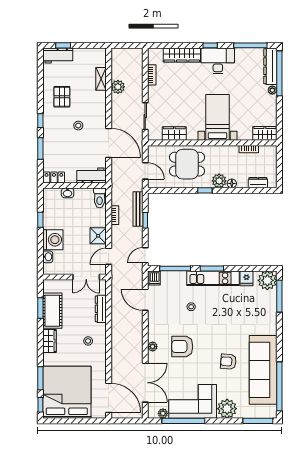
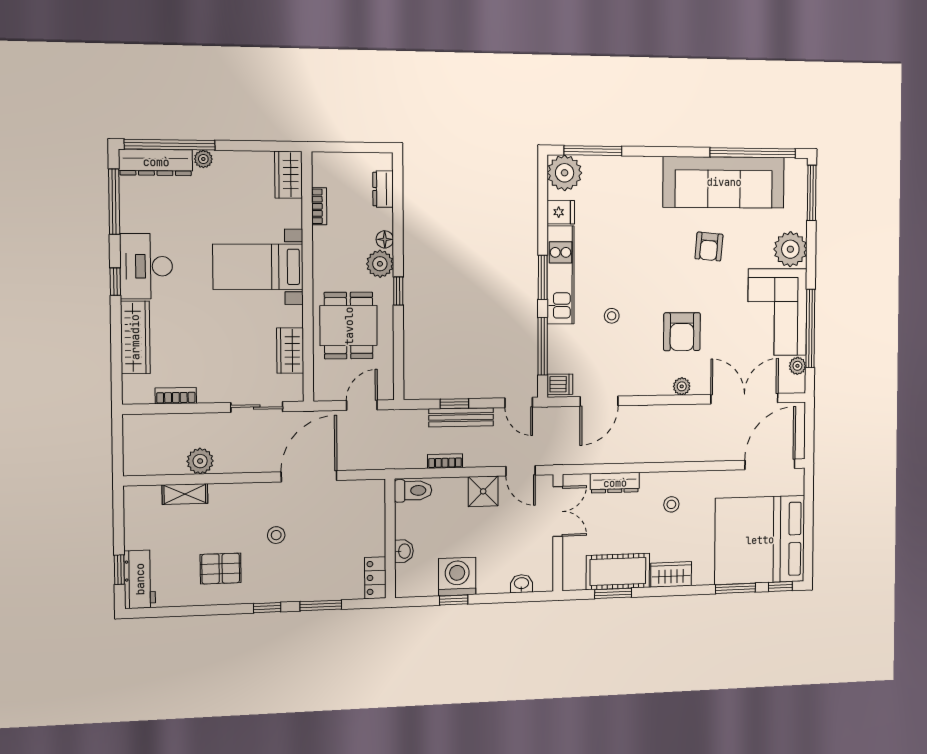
workbench: (92, 176) -> (371, 507), removed
bench: (138, 209) -> (461, 417), moved
washing machine: (53, 240) -> (457, 577), moved

